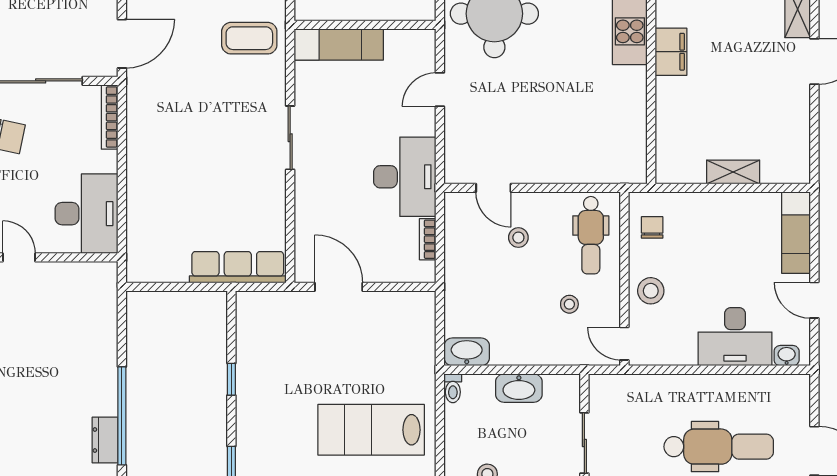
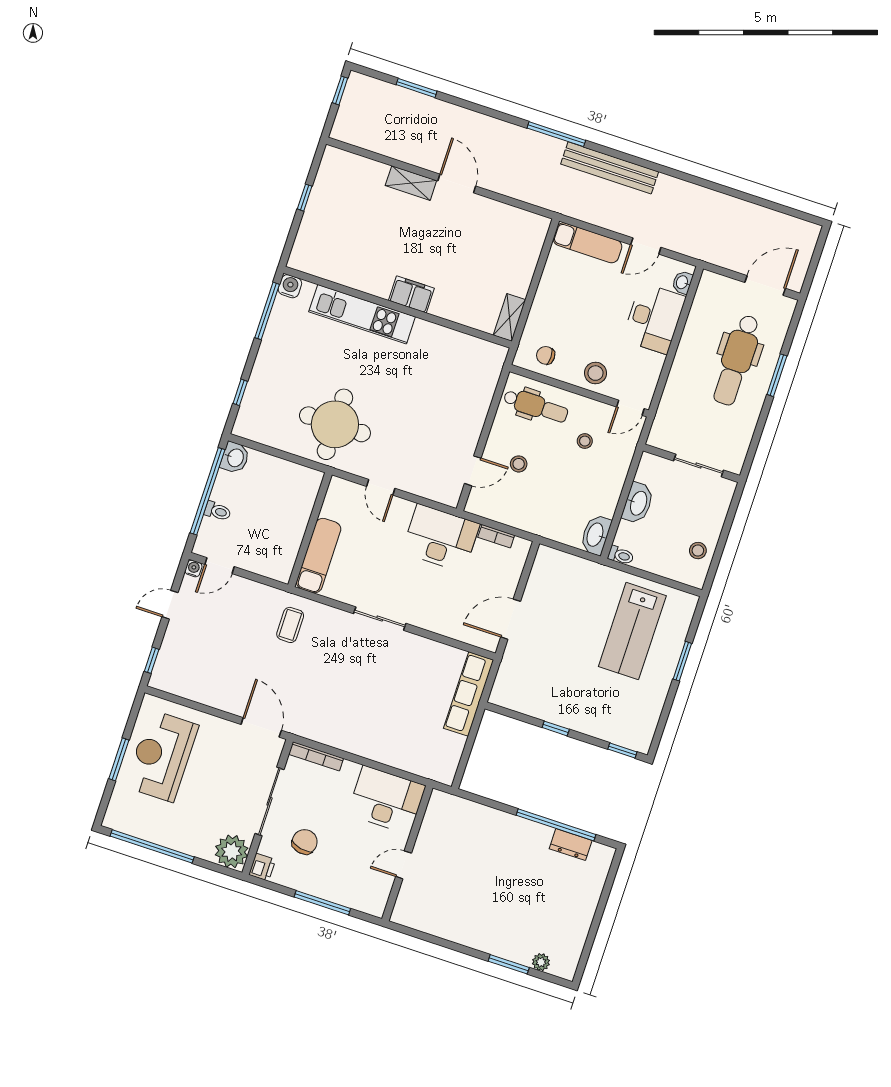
coffee table: (249, 38) -> (290, 625), width x0.73, depth x0.77
shelving: (733, 172) -> (509, 317), moved
dental chair: (719, 447) -> (737, 360), turned 180

